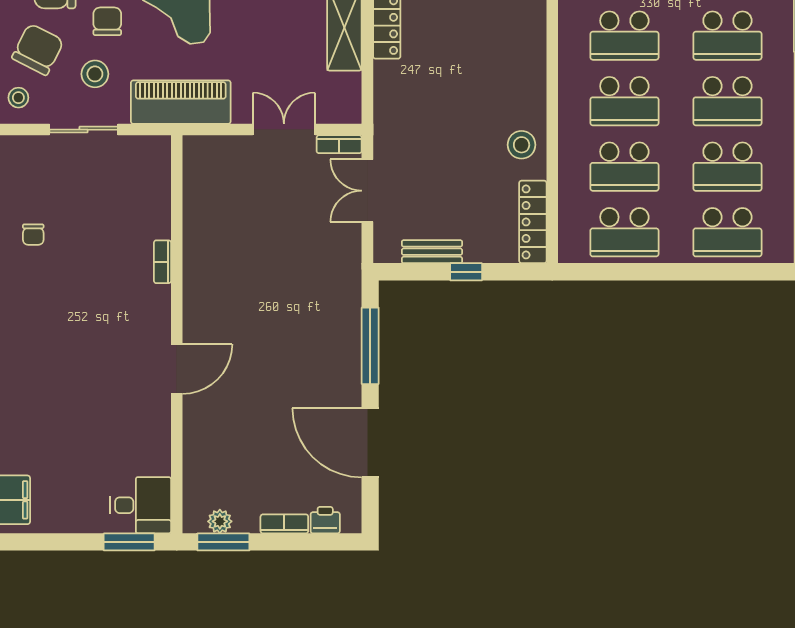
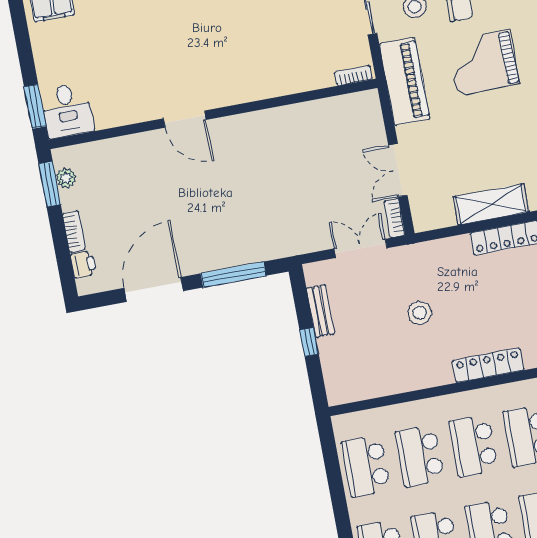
double door: (284, 130) -> (398, 170), swing flipped
stool: (522, 145) -> (420, 313), moved
locker: (533, 222) -> (488, 365), moved
bookcase: (162, 262) -> (353, 75), moved

